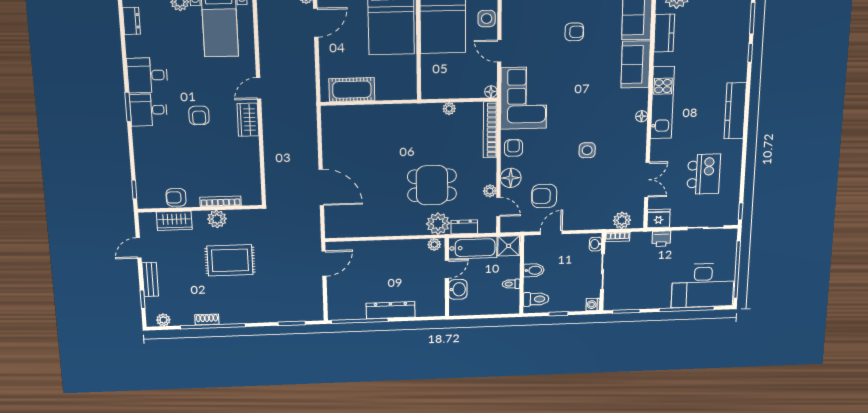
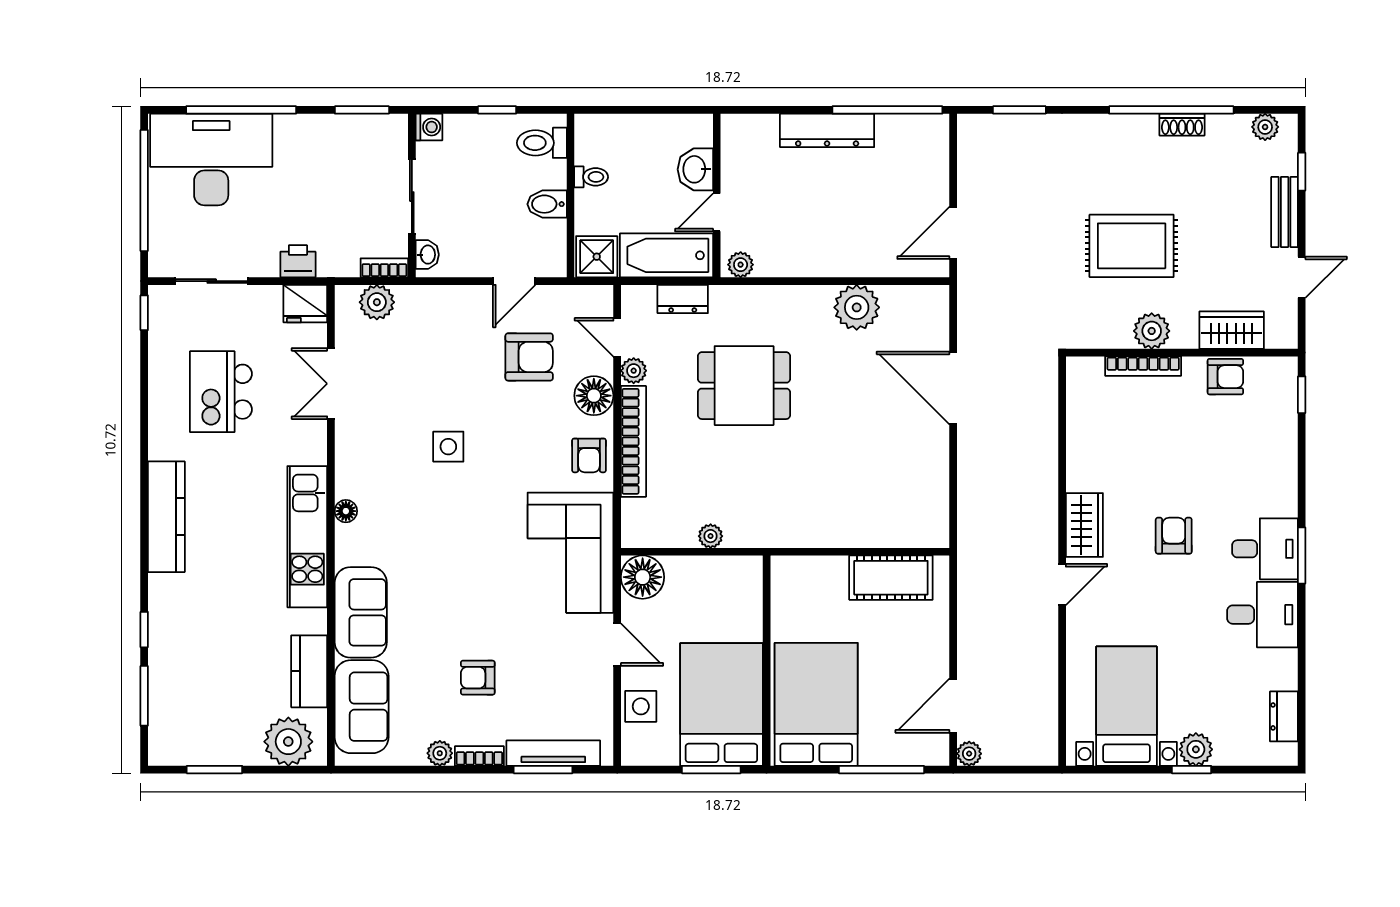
floor lamp: (491, 92) -> (643, 577), width x1.89, depth x1.89
bookcase: (490, 130) -> (633, 441), moved
plant: (438, 224) -> (857, 307), moved

